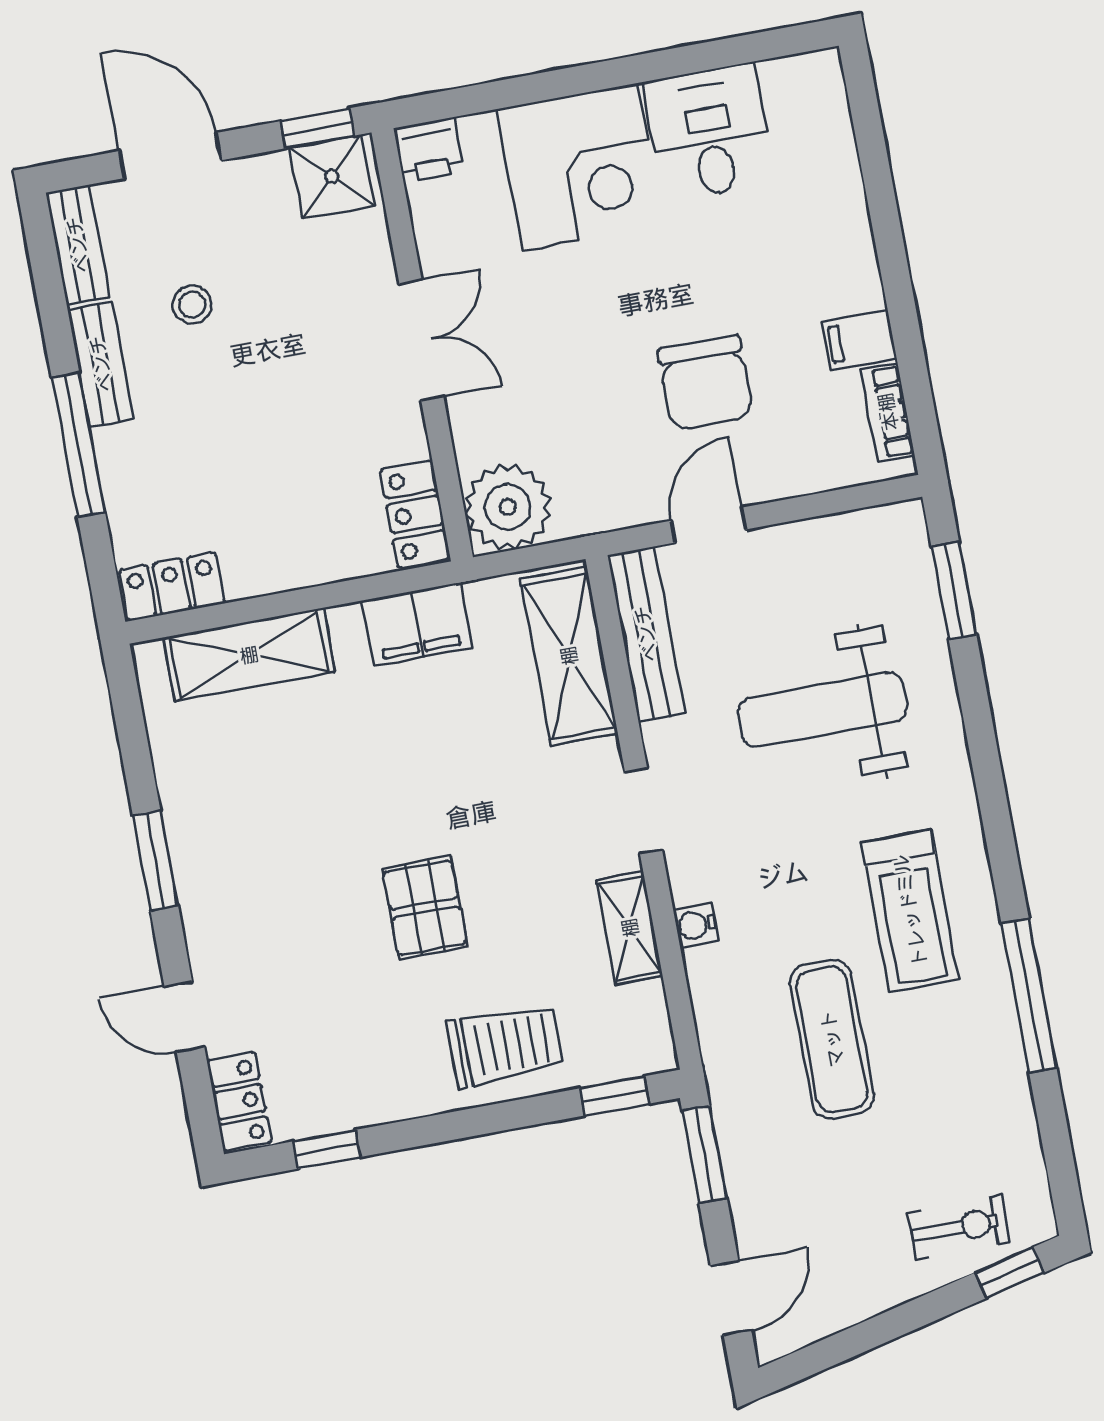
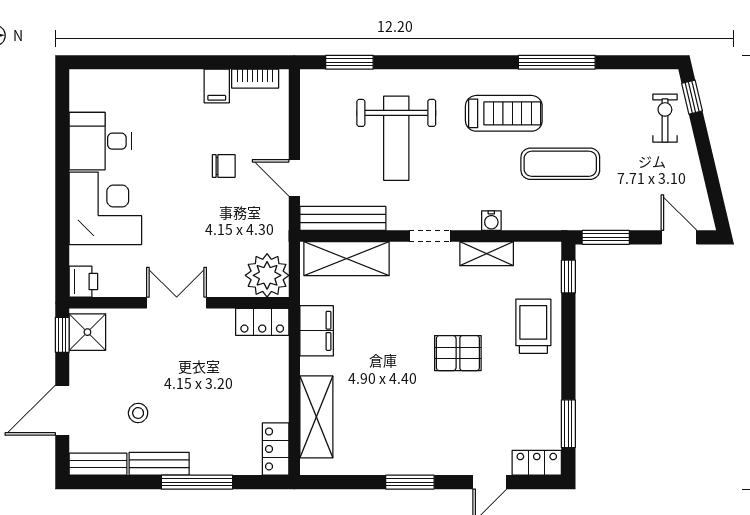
chair: (706, 383) -> (224, 166), width x0.54, depth x0.54
window: (327, 1149) -> (568, 424), width x1.50

